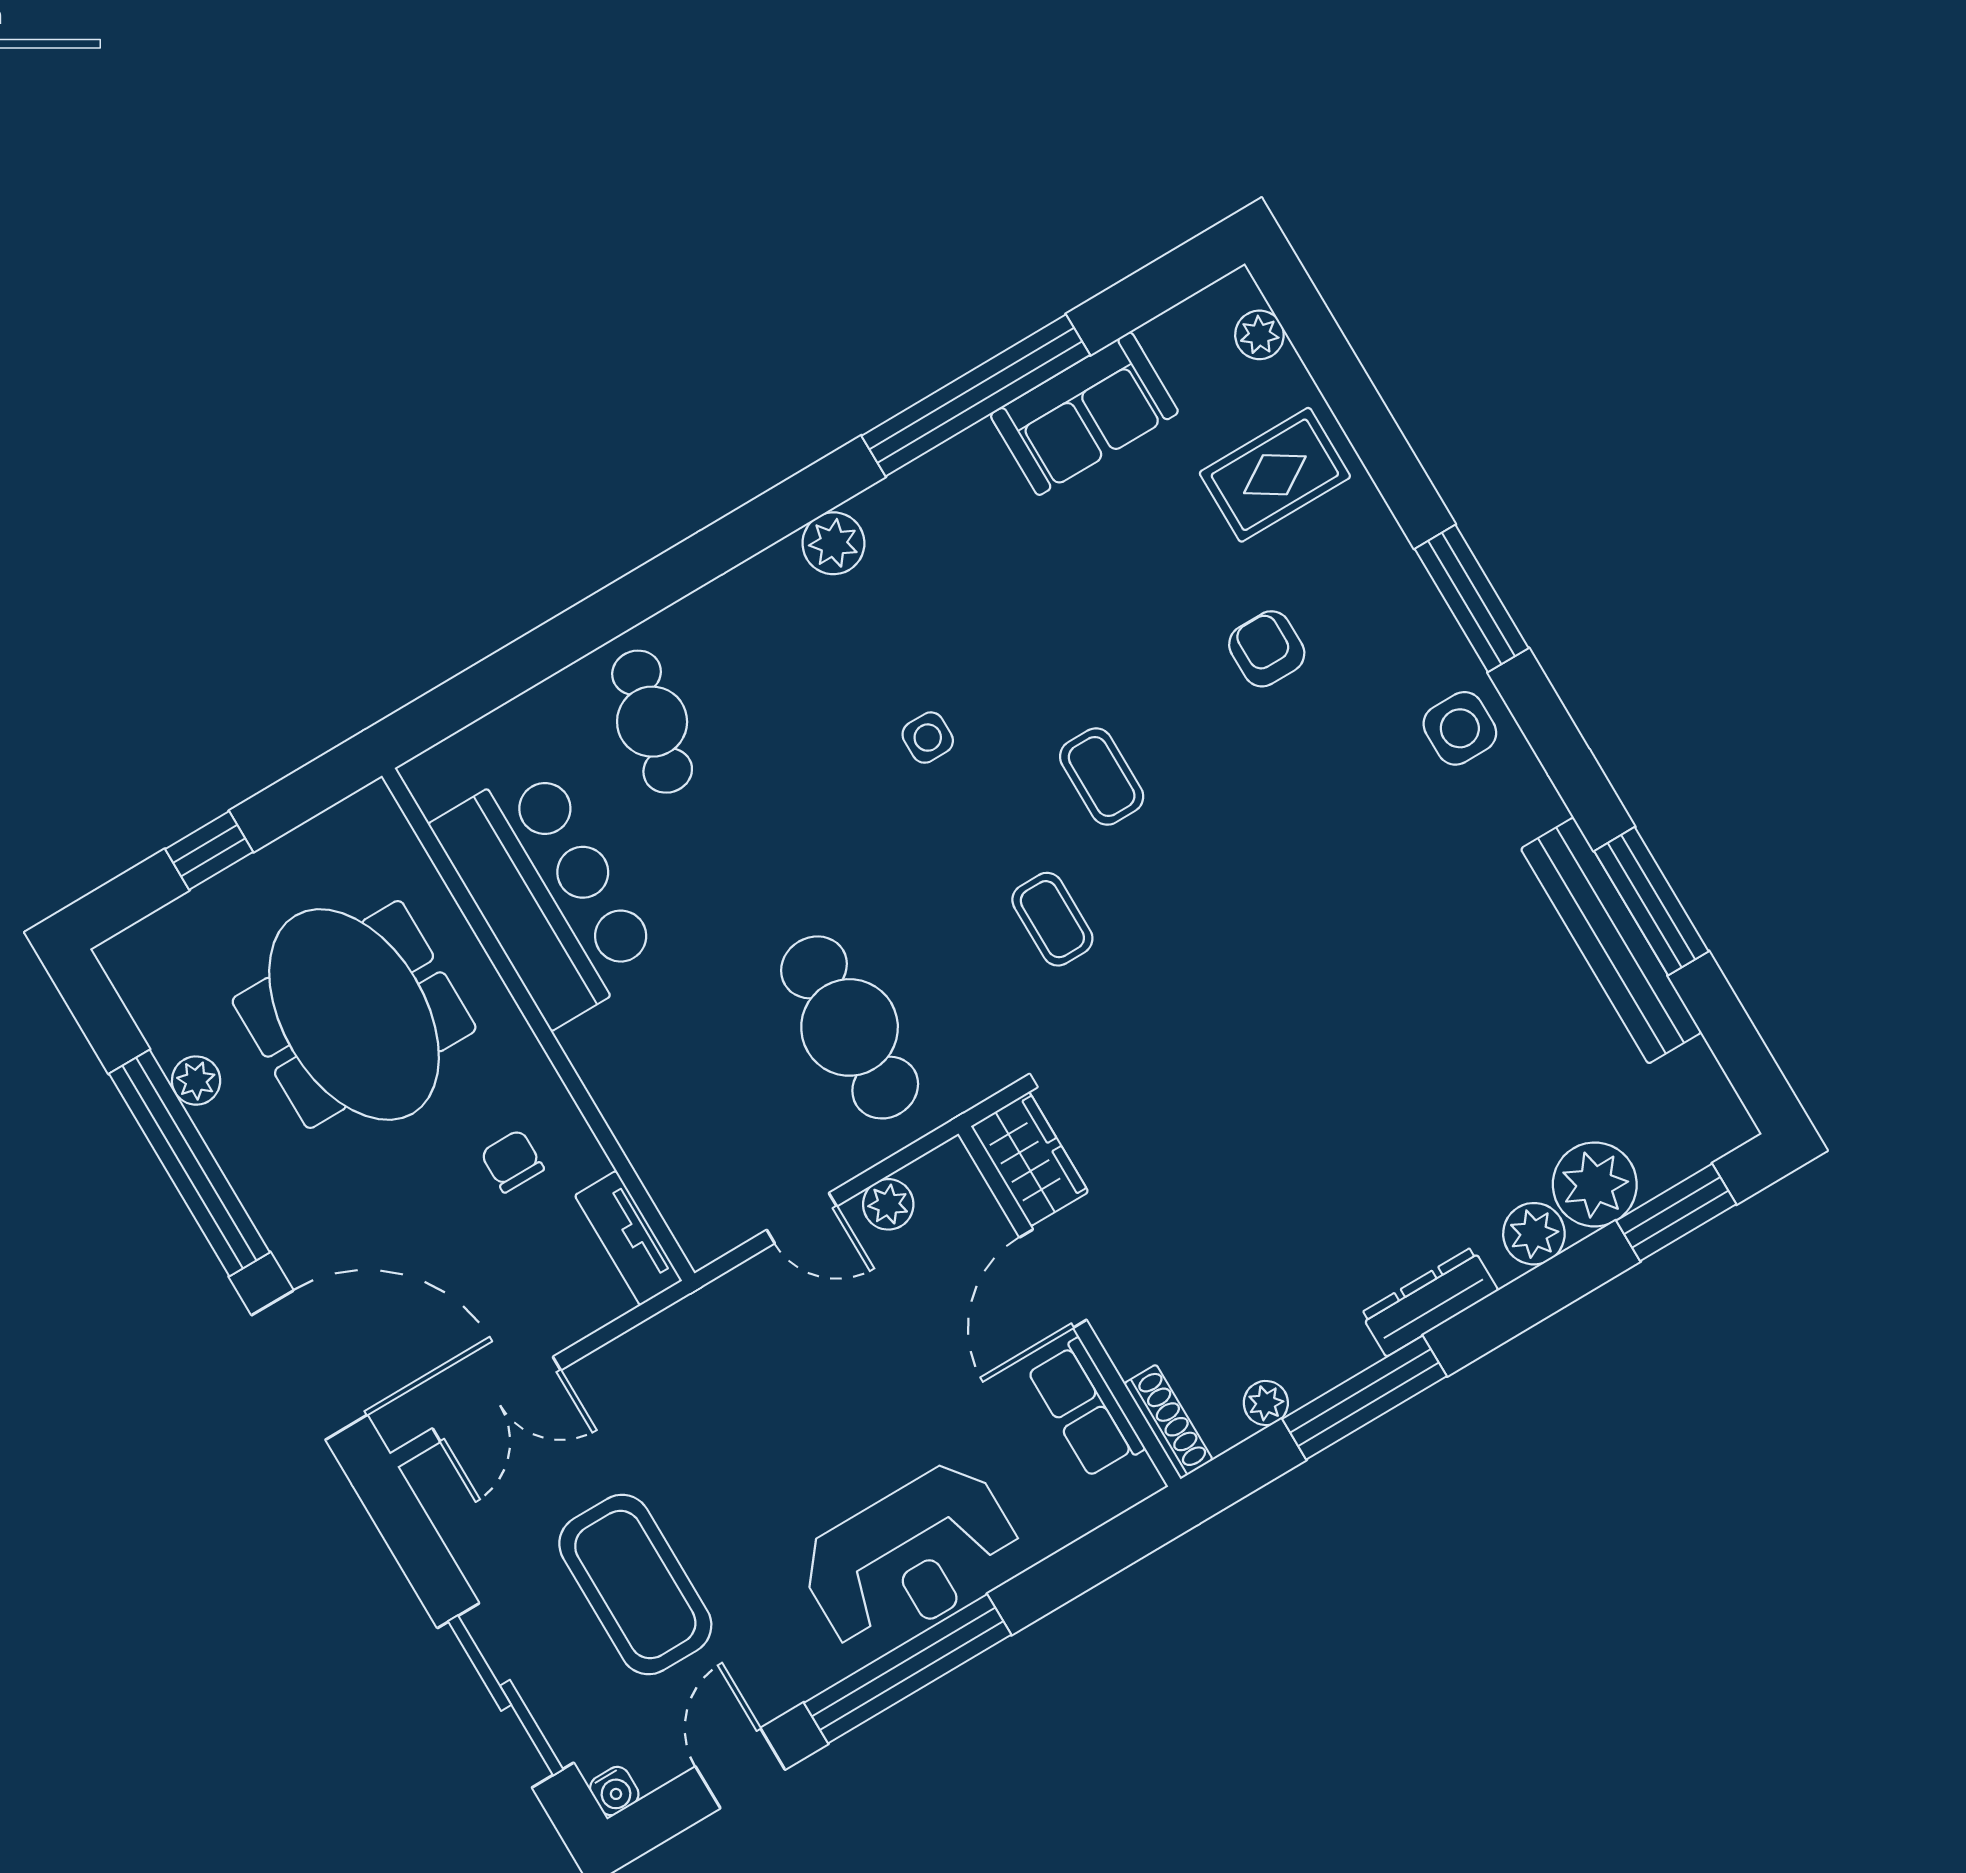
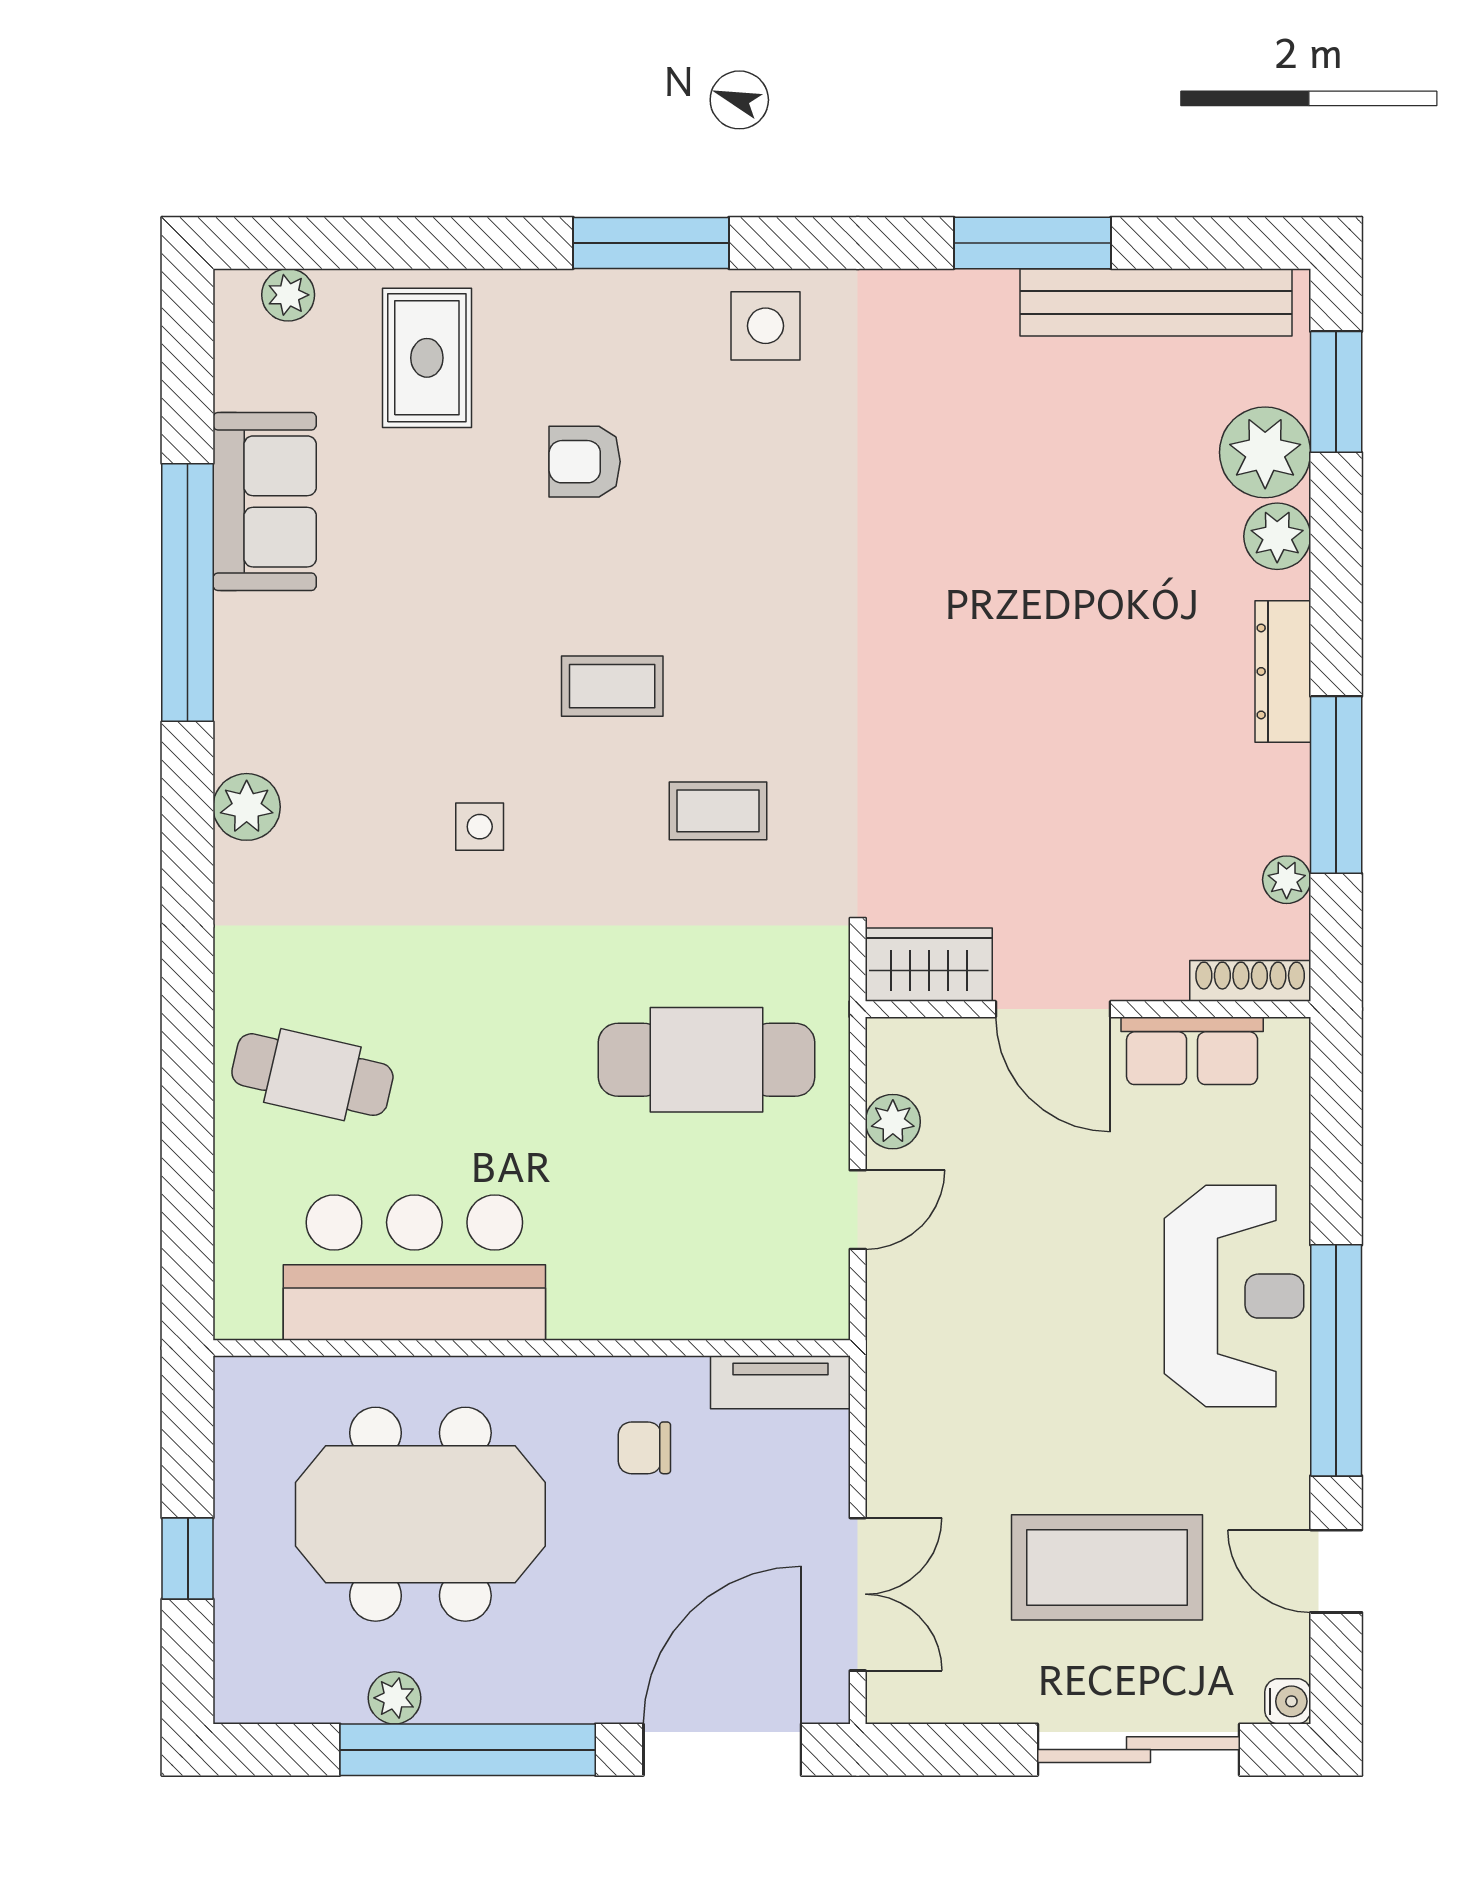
bench: (1611, 941) -> (1156, 302), moved

